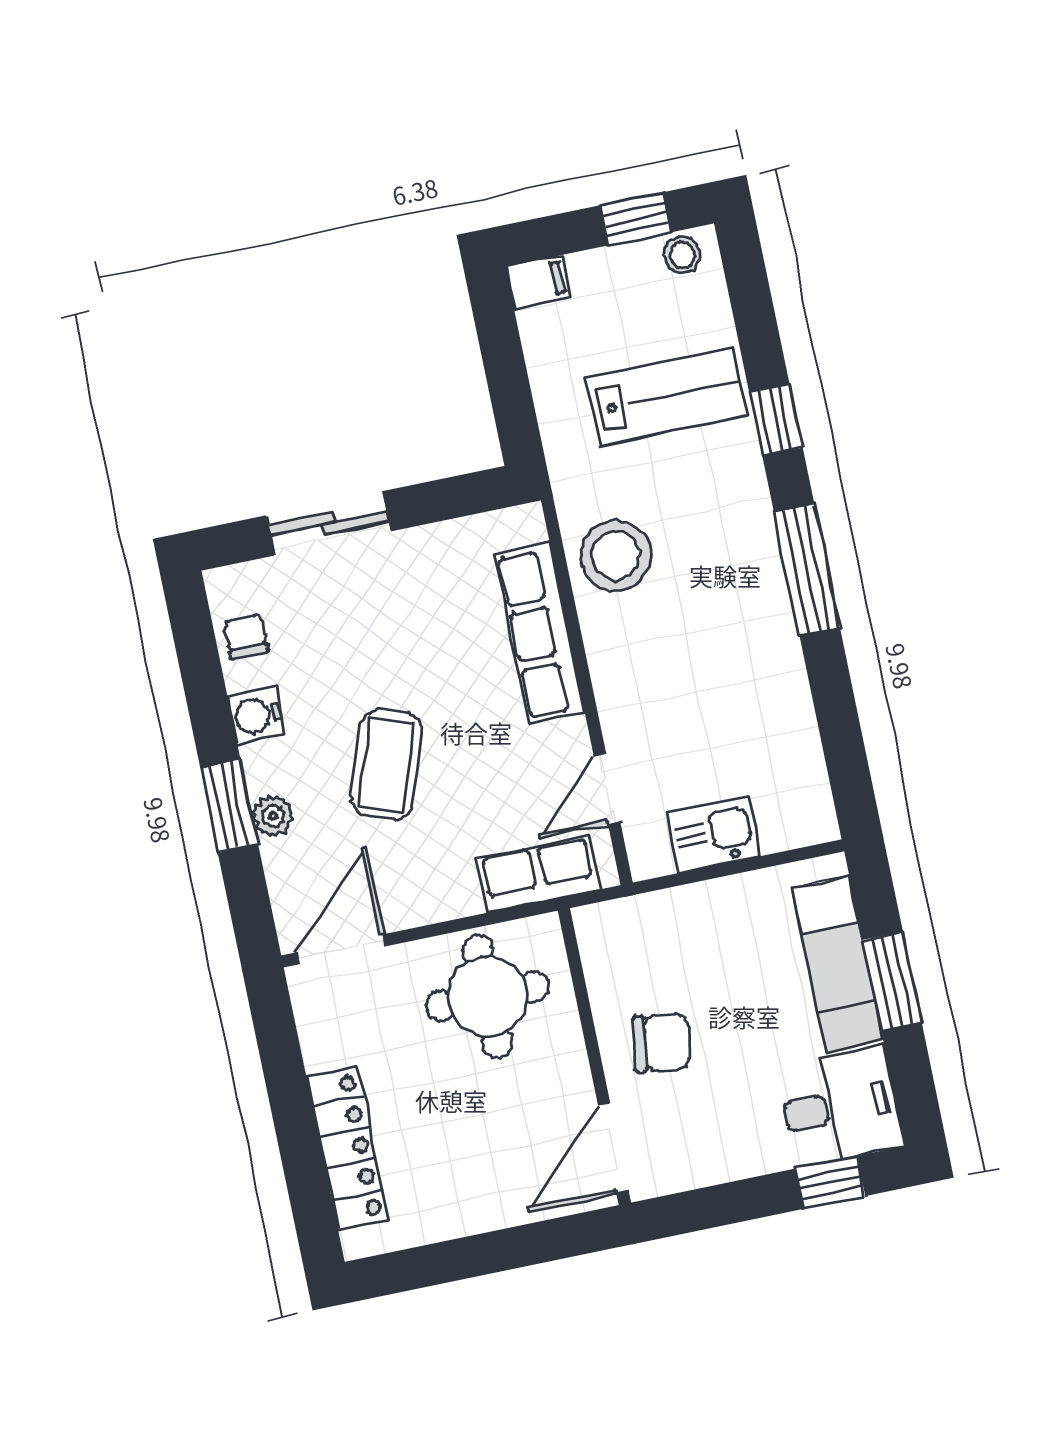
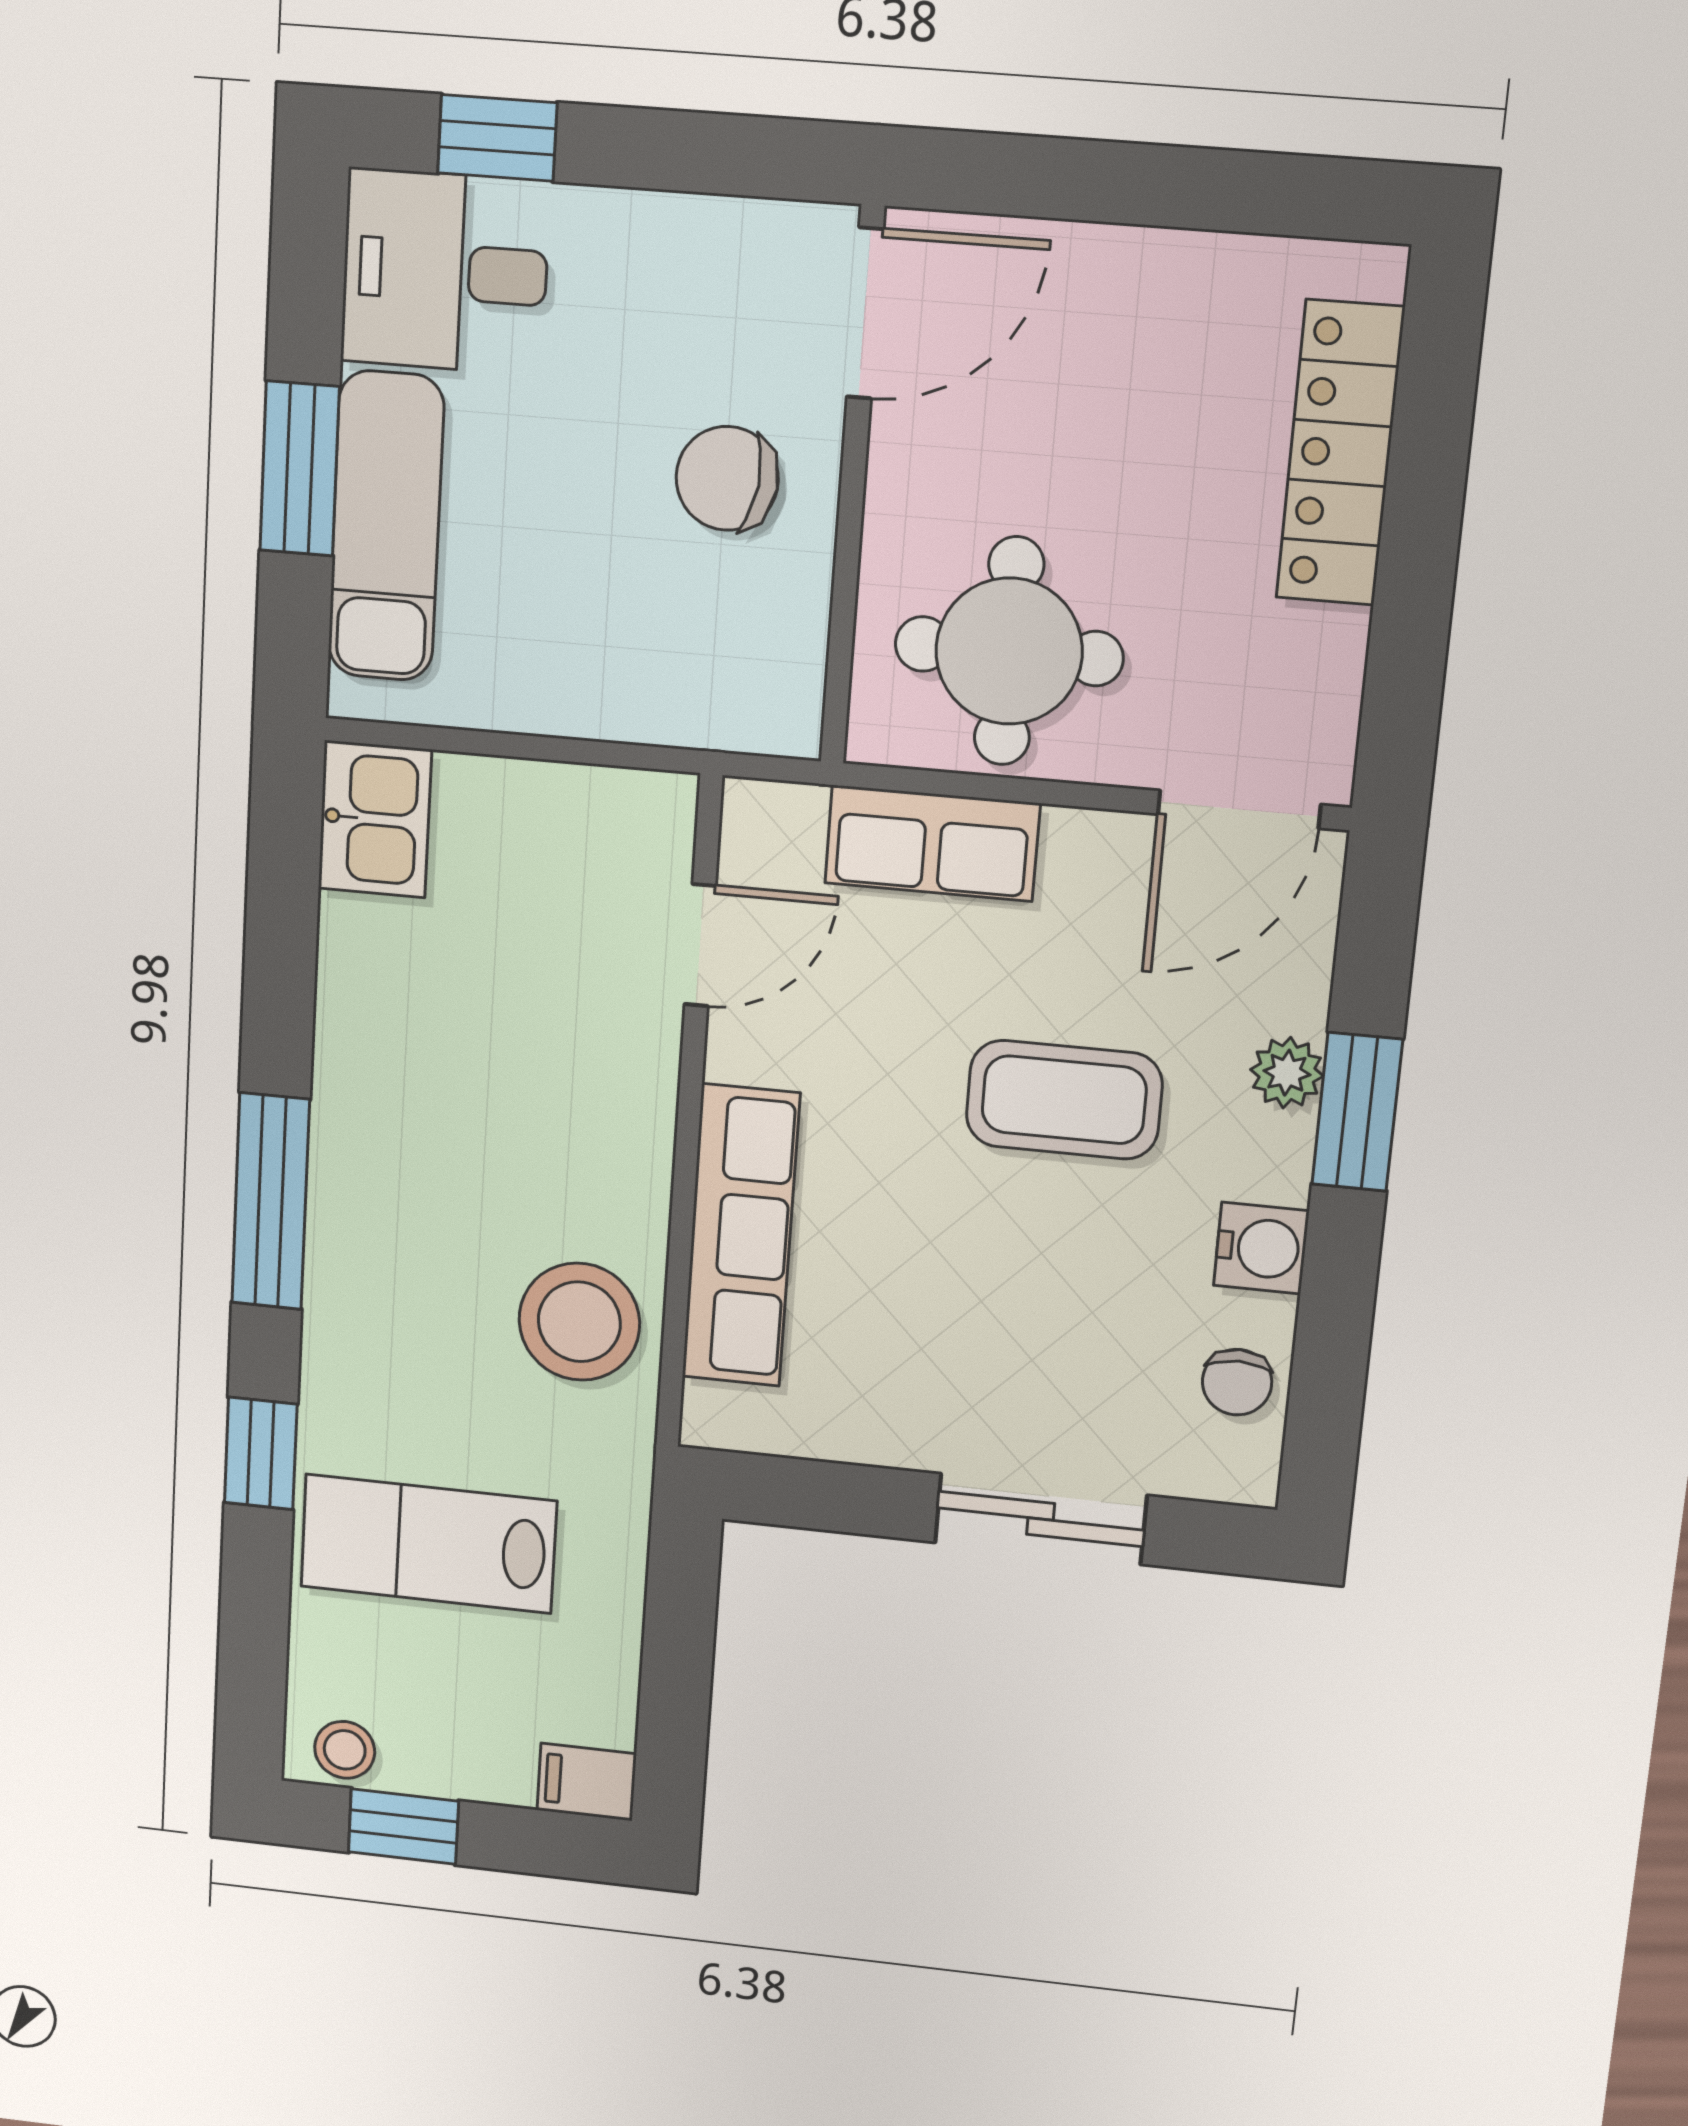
coffee table: (387, 764) -> (1064, 1100), turned 71
kitchen sink: (714, 835) -> (375, 819), moved, turned -90
row of seats: (539, 874) -> (932, 843), moved

